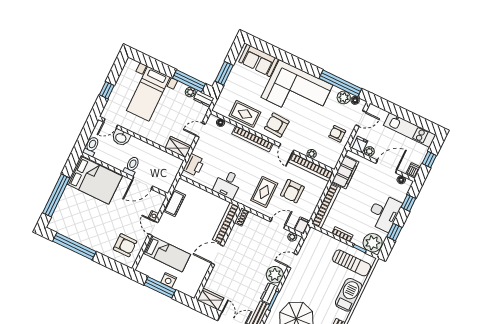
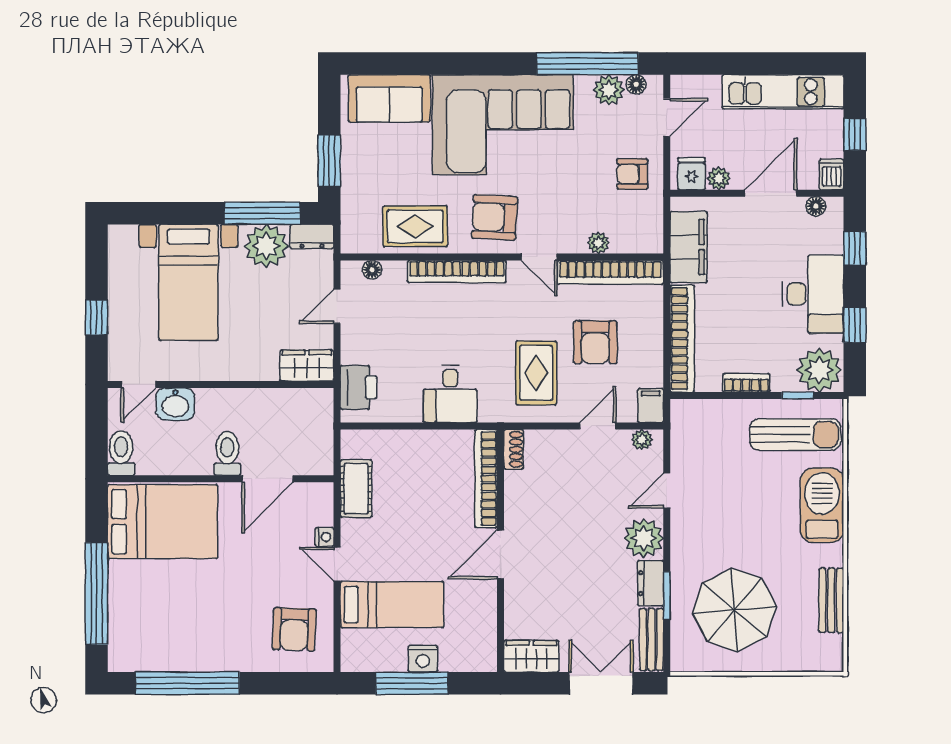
plant: (190, 92) -> (266, 246), width x1.88, depth x1.88
armchair: (125, 245) -> (294, 629), turned 92

